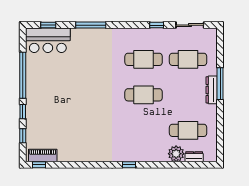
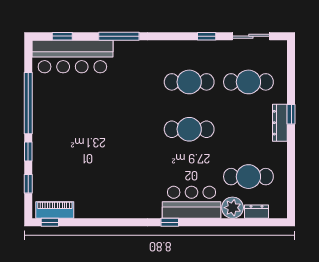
bar counter: (48, 40) -> (72, 57), width x1.36
window: (220, 84) -> (291, 114), width x0.46
bar counter: (145, 150) -> (191, 202), added

